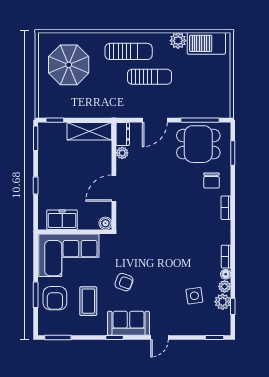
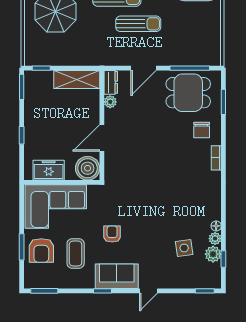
boiler: (105, 223) -> (88, 168), width x1.86, depth x1.86
bookcase: (226, 257) -> (217, 208), removed
armchair: (124, 282) -> (112, 234), turned -110

